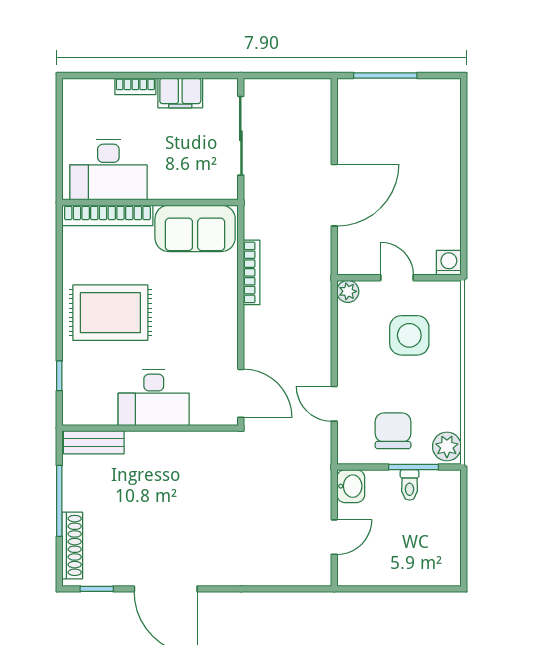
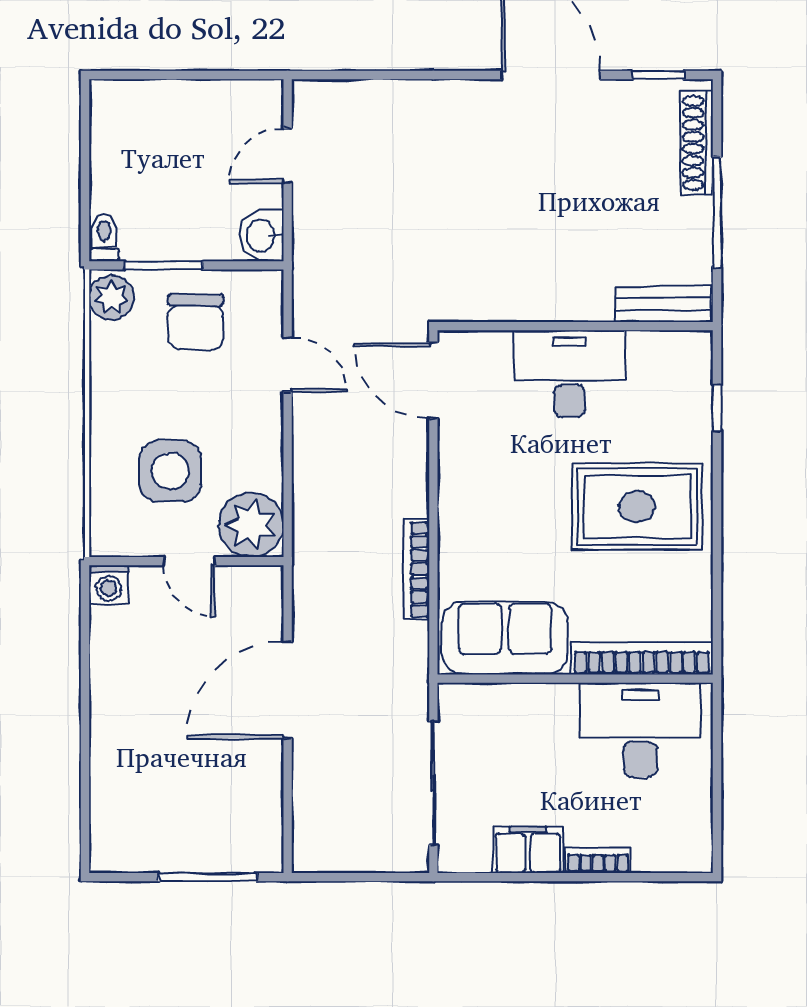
plant: (348, 291) -> (251, 525), width x1.88, depth x1.88
toilet: (410, 485) -> (104, 237), moved

